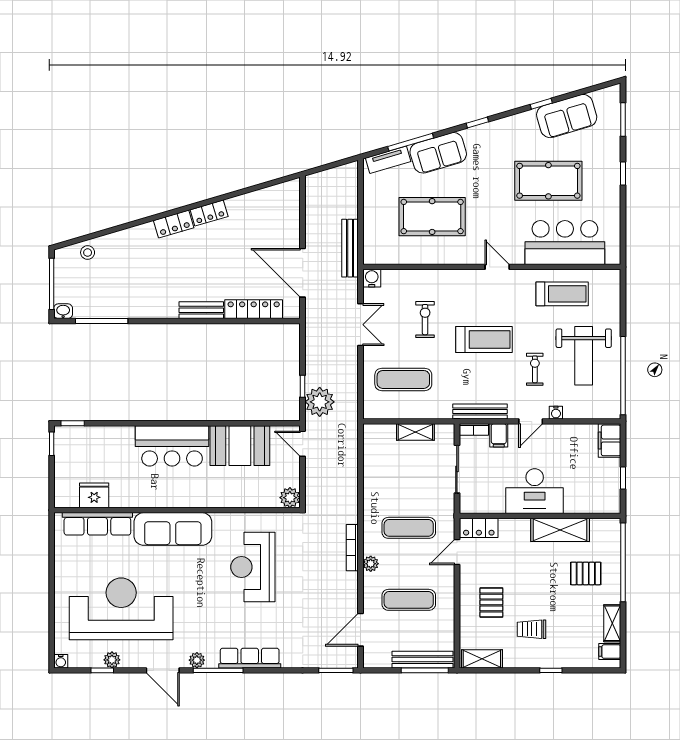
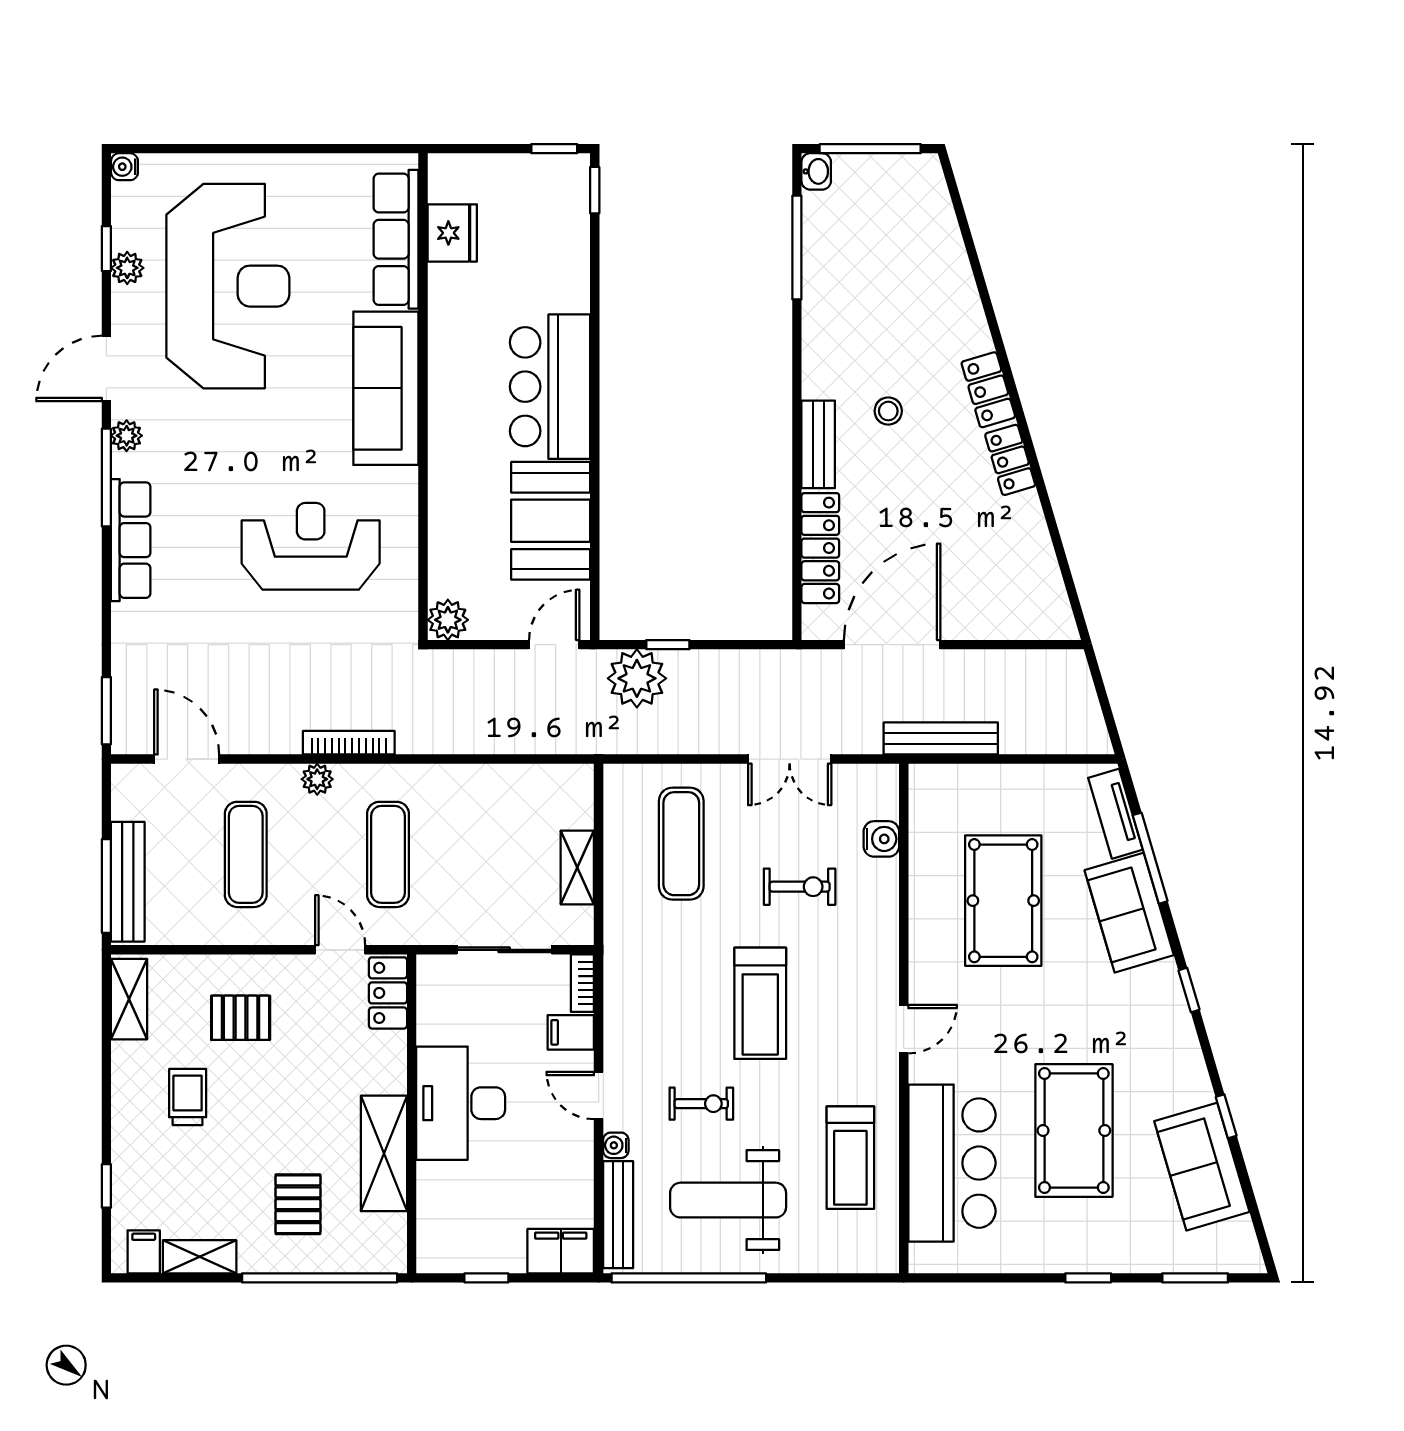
stool: (88, 253) -> (888, 411), moved
water cooler: (372, 278) -> (881, 839), moved
bench: (480, 411) -> (618, 1215), moved
window: (551, 670) -> (106, 1186), moved

